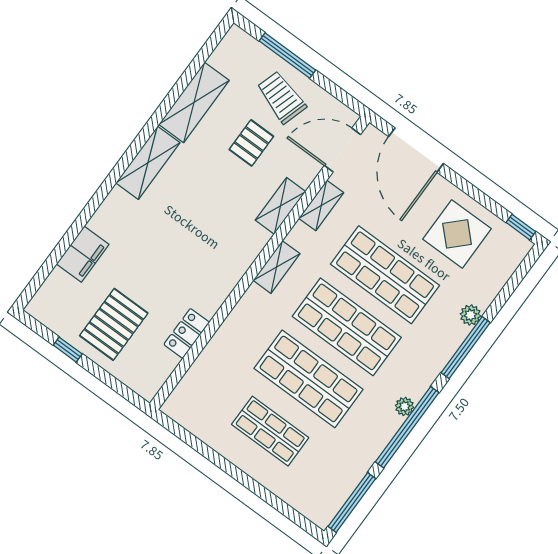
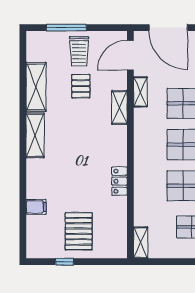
trolley: (281, 97) -> (79, 51), turned -107
filing cabinet: (83, 254) -> (36, 207), width x0.50
shelving: (277, 267) -> (141, 243), moved
locker: (187, 333) -> (119, 181), moved

